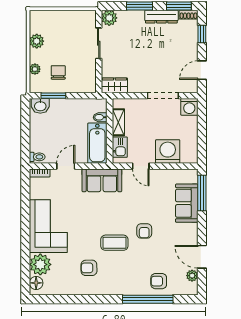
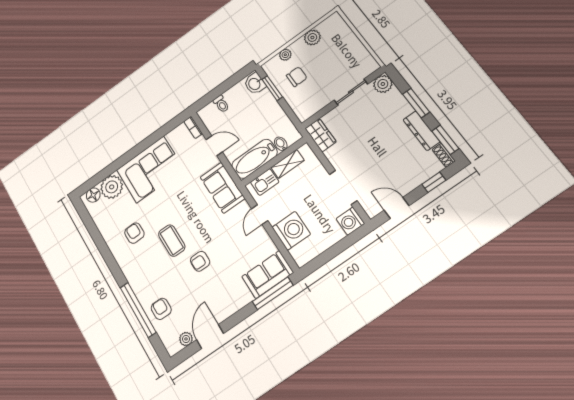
toilet: (37, 157) -> (221, 104), moved
sofa: (187, 203) -> (268, 275), moved

